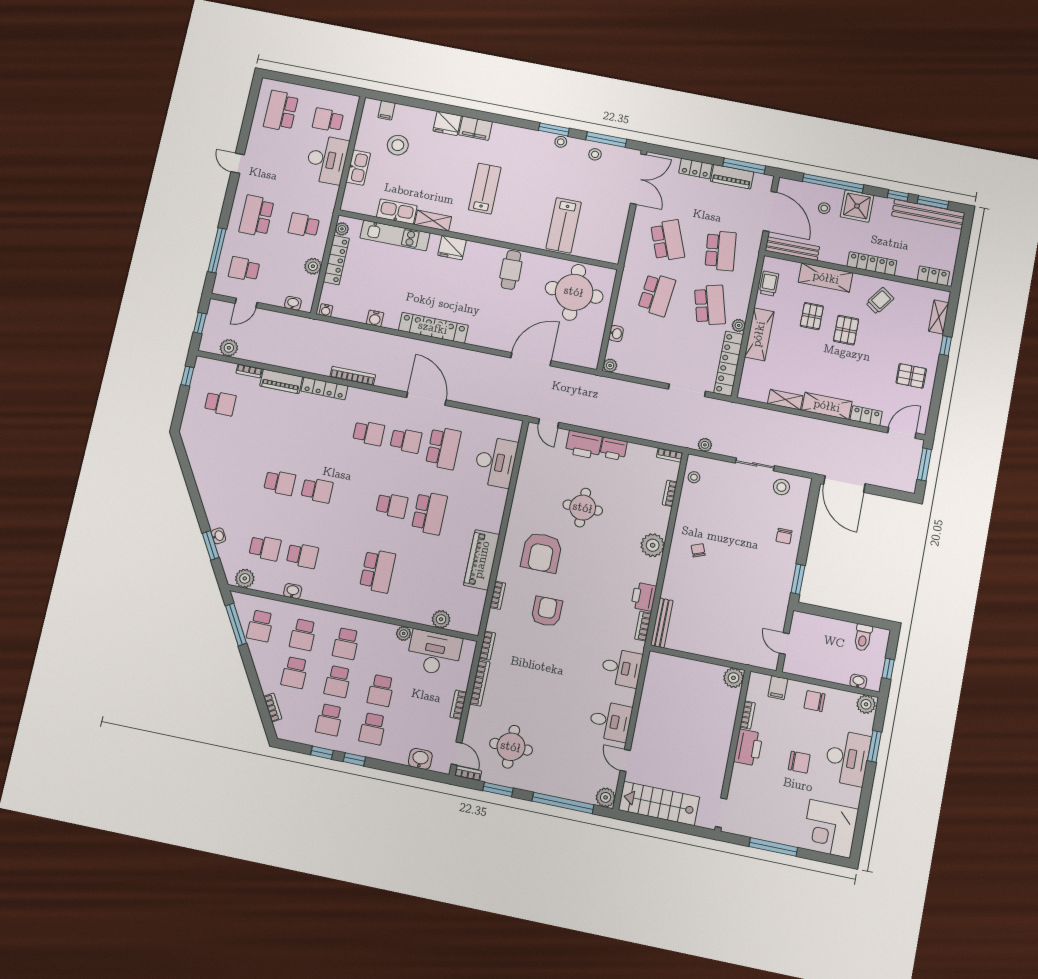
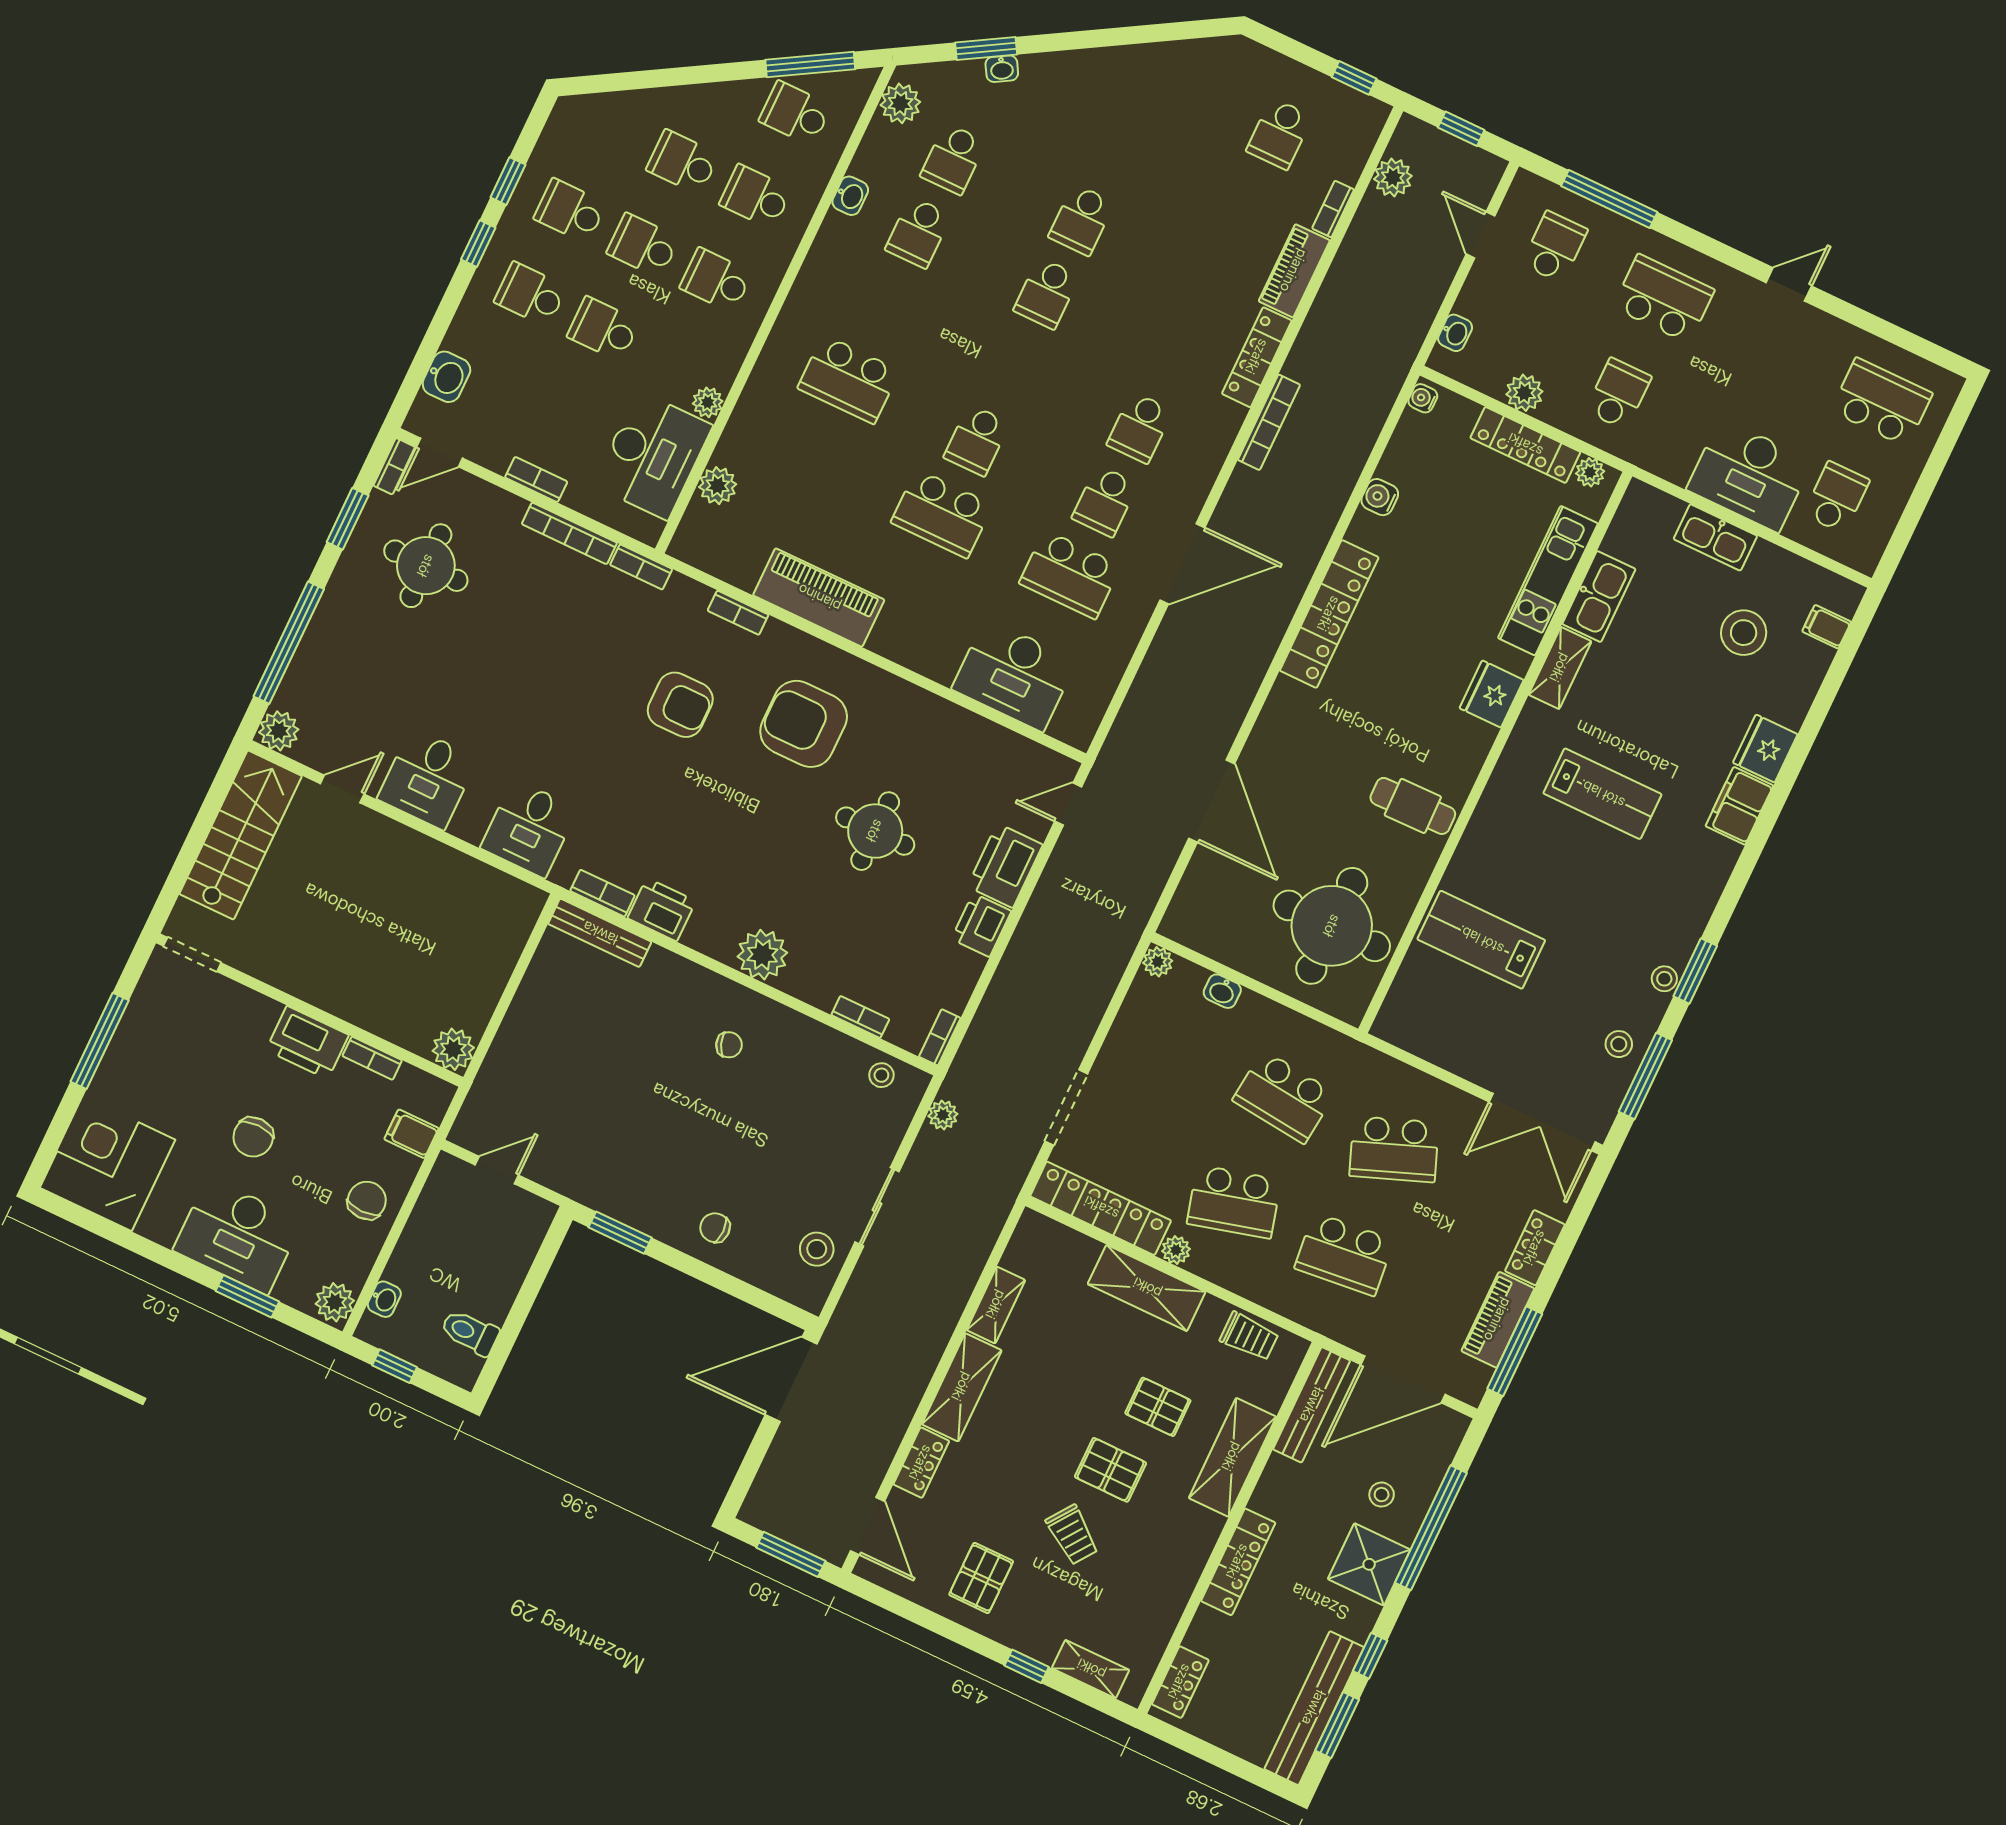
trolley: (880, 301) -> (1072, 1535), moved
bookcase: (273, 708) -> (623, 102), removed

